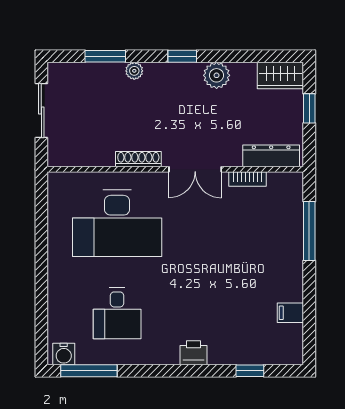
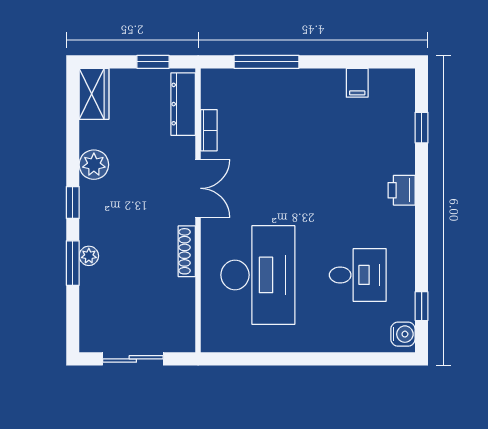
window: (105, 56) -> (73, 263), moved
window: (309, 108) -> (153, 62), moved
window: (89, 371) -> (422, 306), width x0.46

